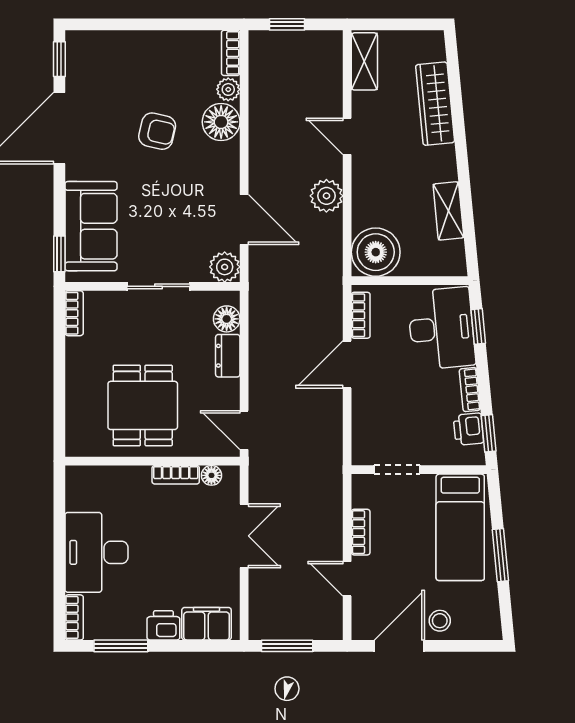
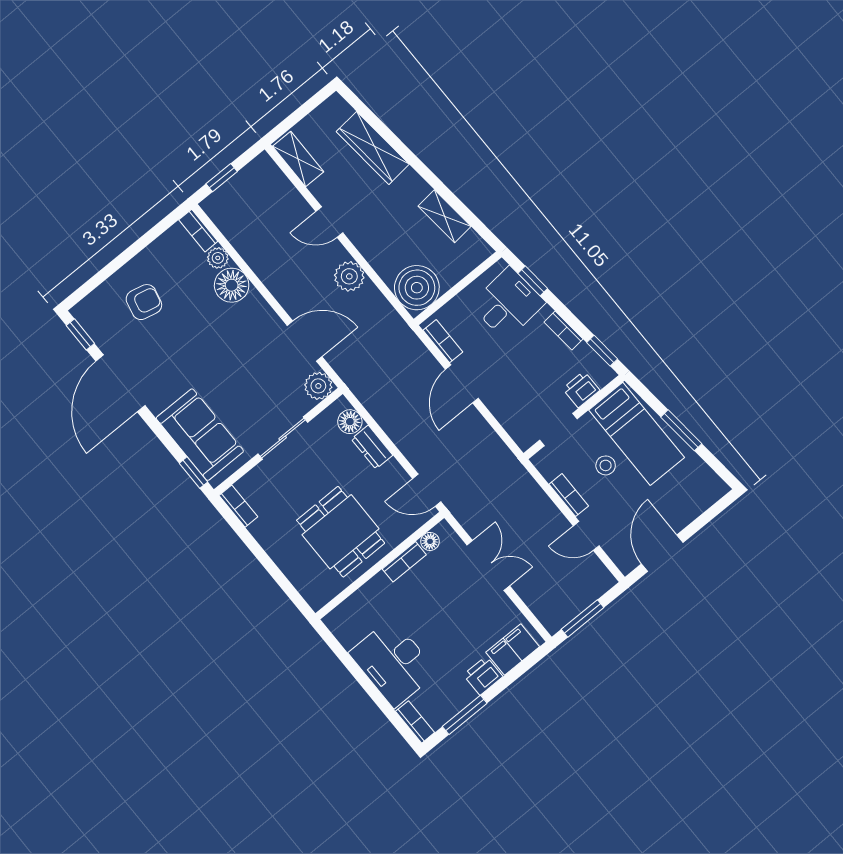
armchair: (157, 131) -> (144, 302), moved
desk: (441, 328) -> (508, 304), width x0.73
printer: (468, 429) -> (581, 389), moved, turned 96
stool: (440, 621) -> (606, 465), moved

